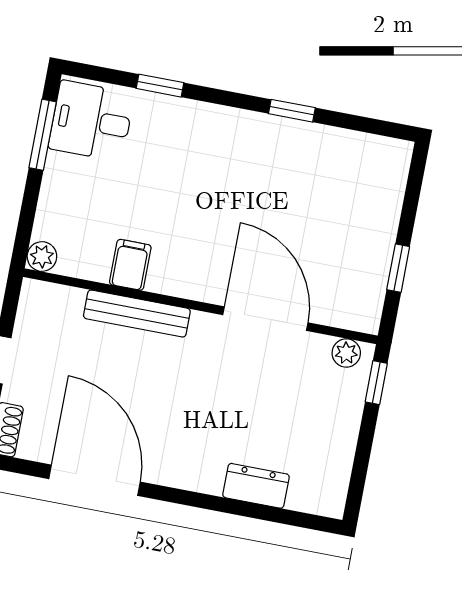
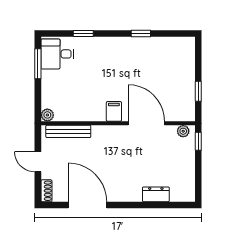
filing cabinet: (130, 265) -> (114, 111), moved
bench: (137, 314) -> (68, 131), moved

